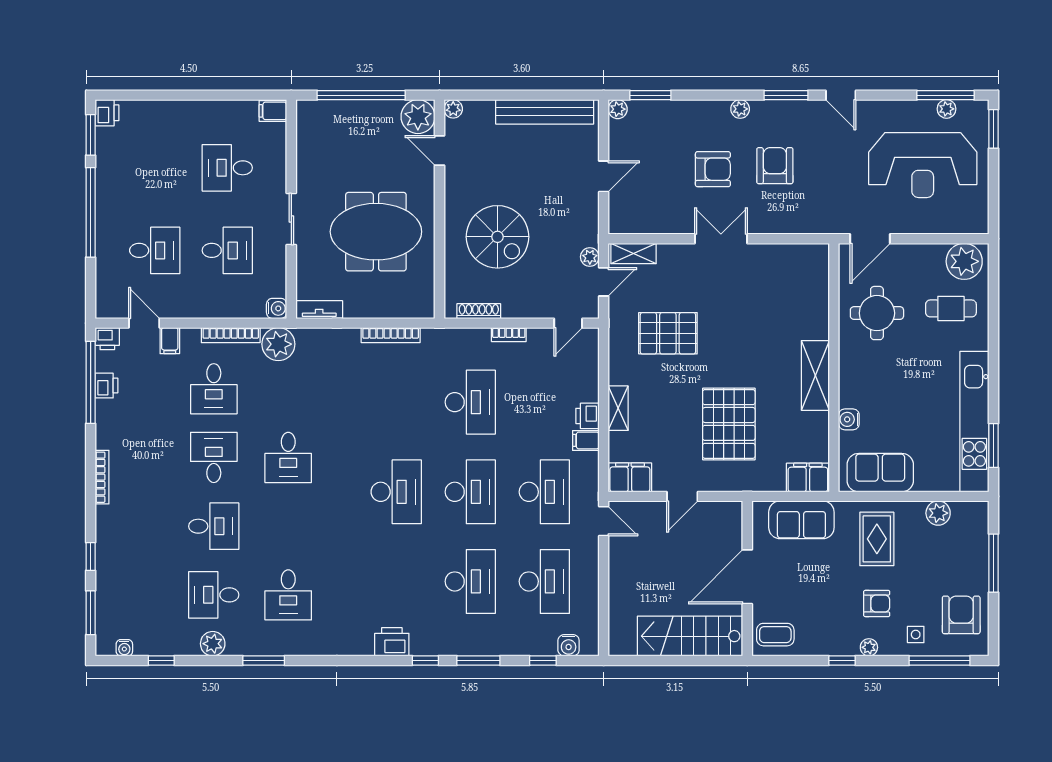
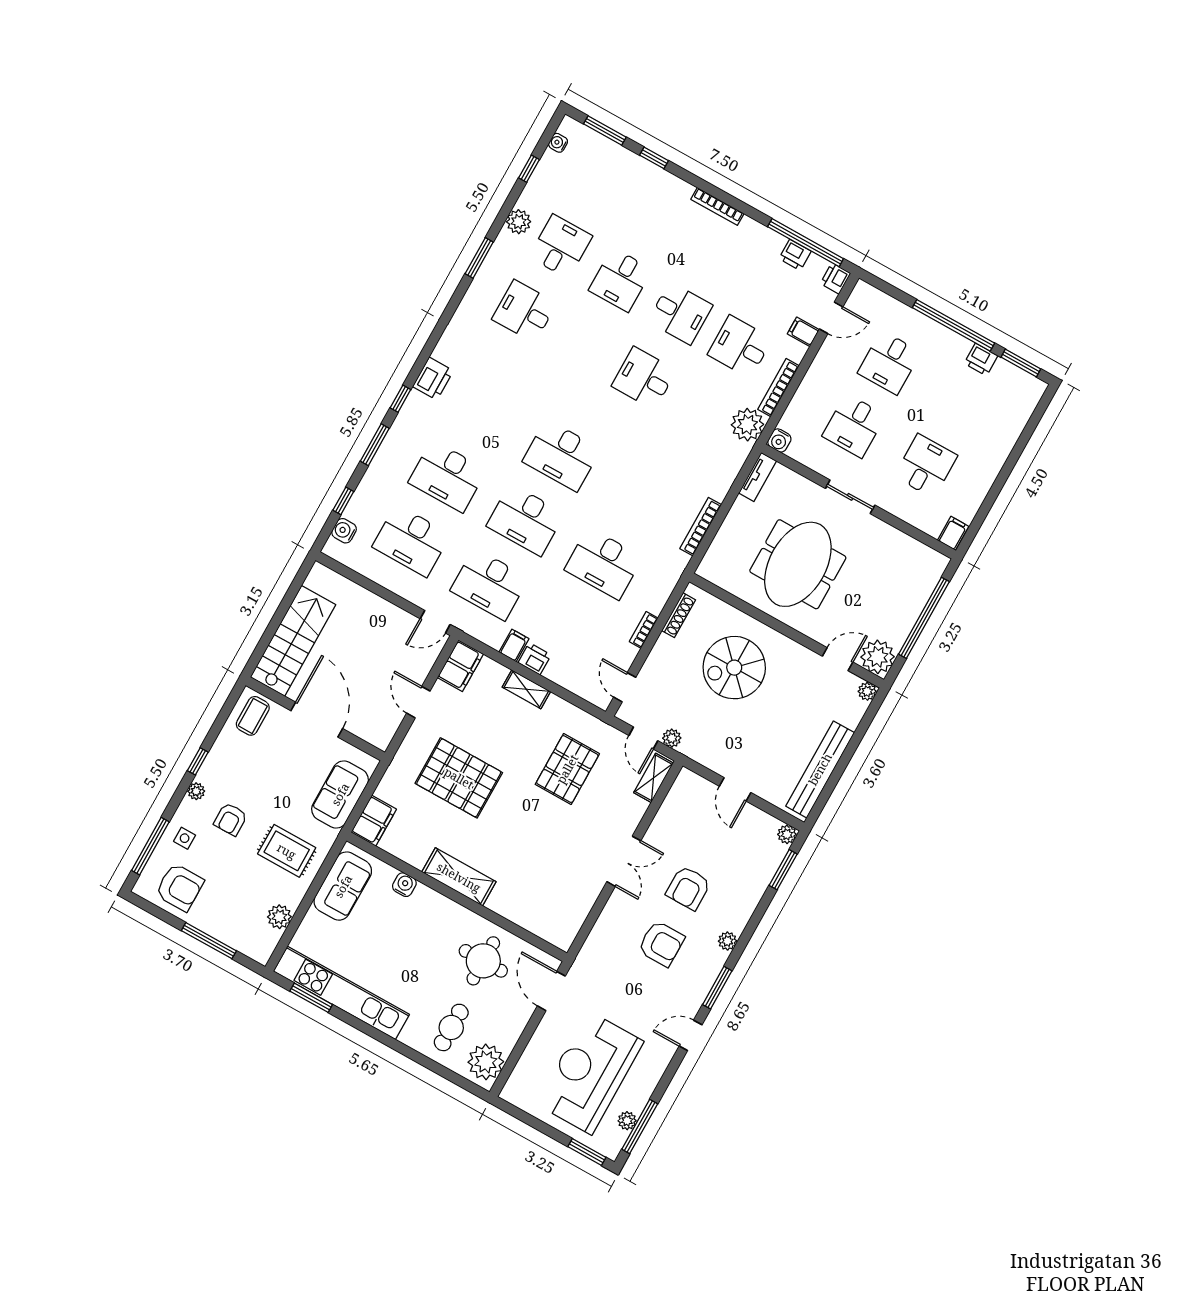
printer: (107, 113) -> (981, 359), moved

